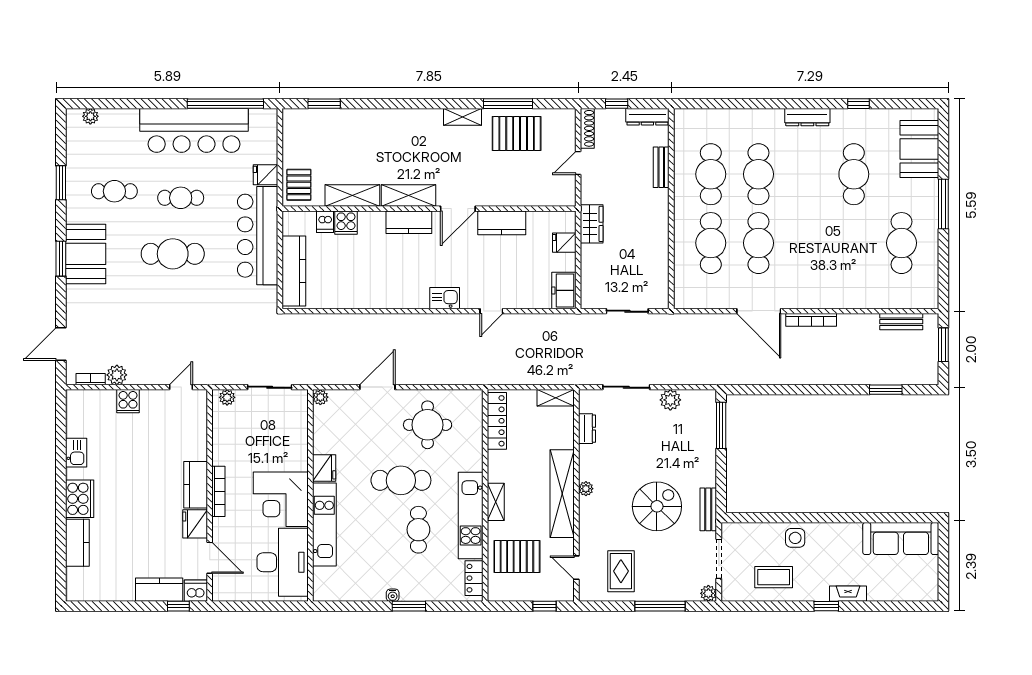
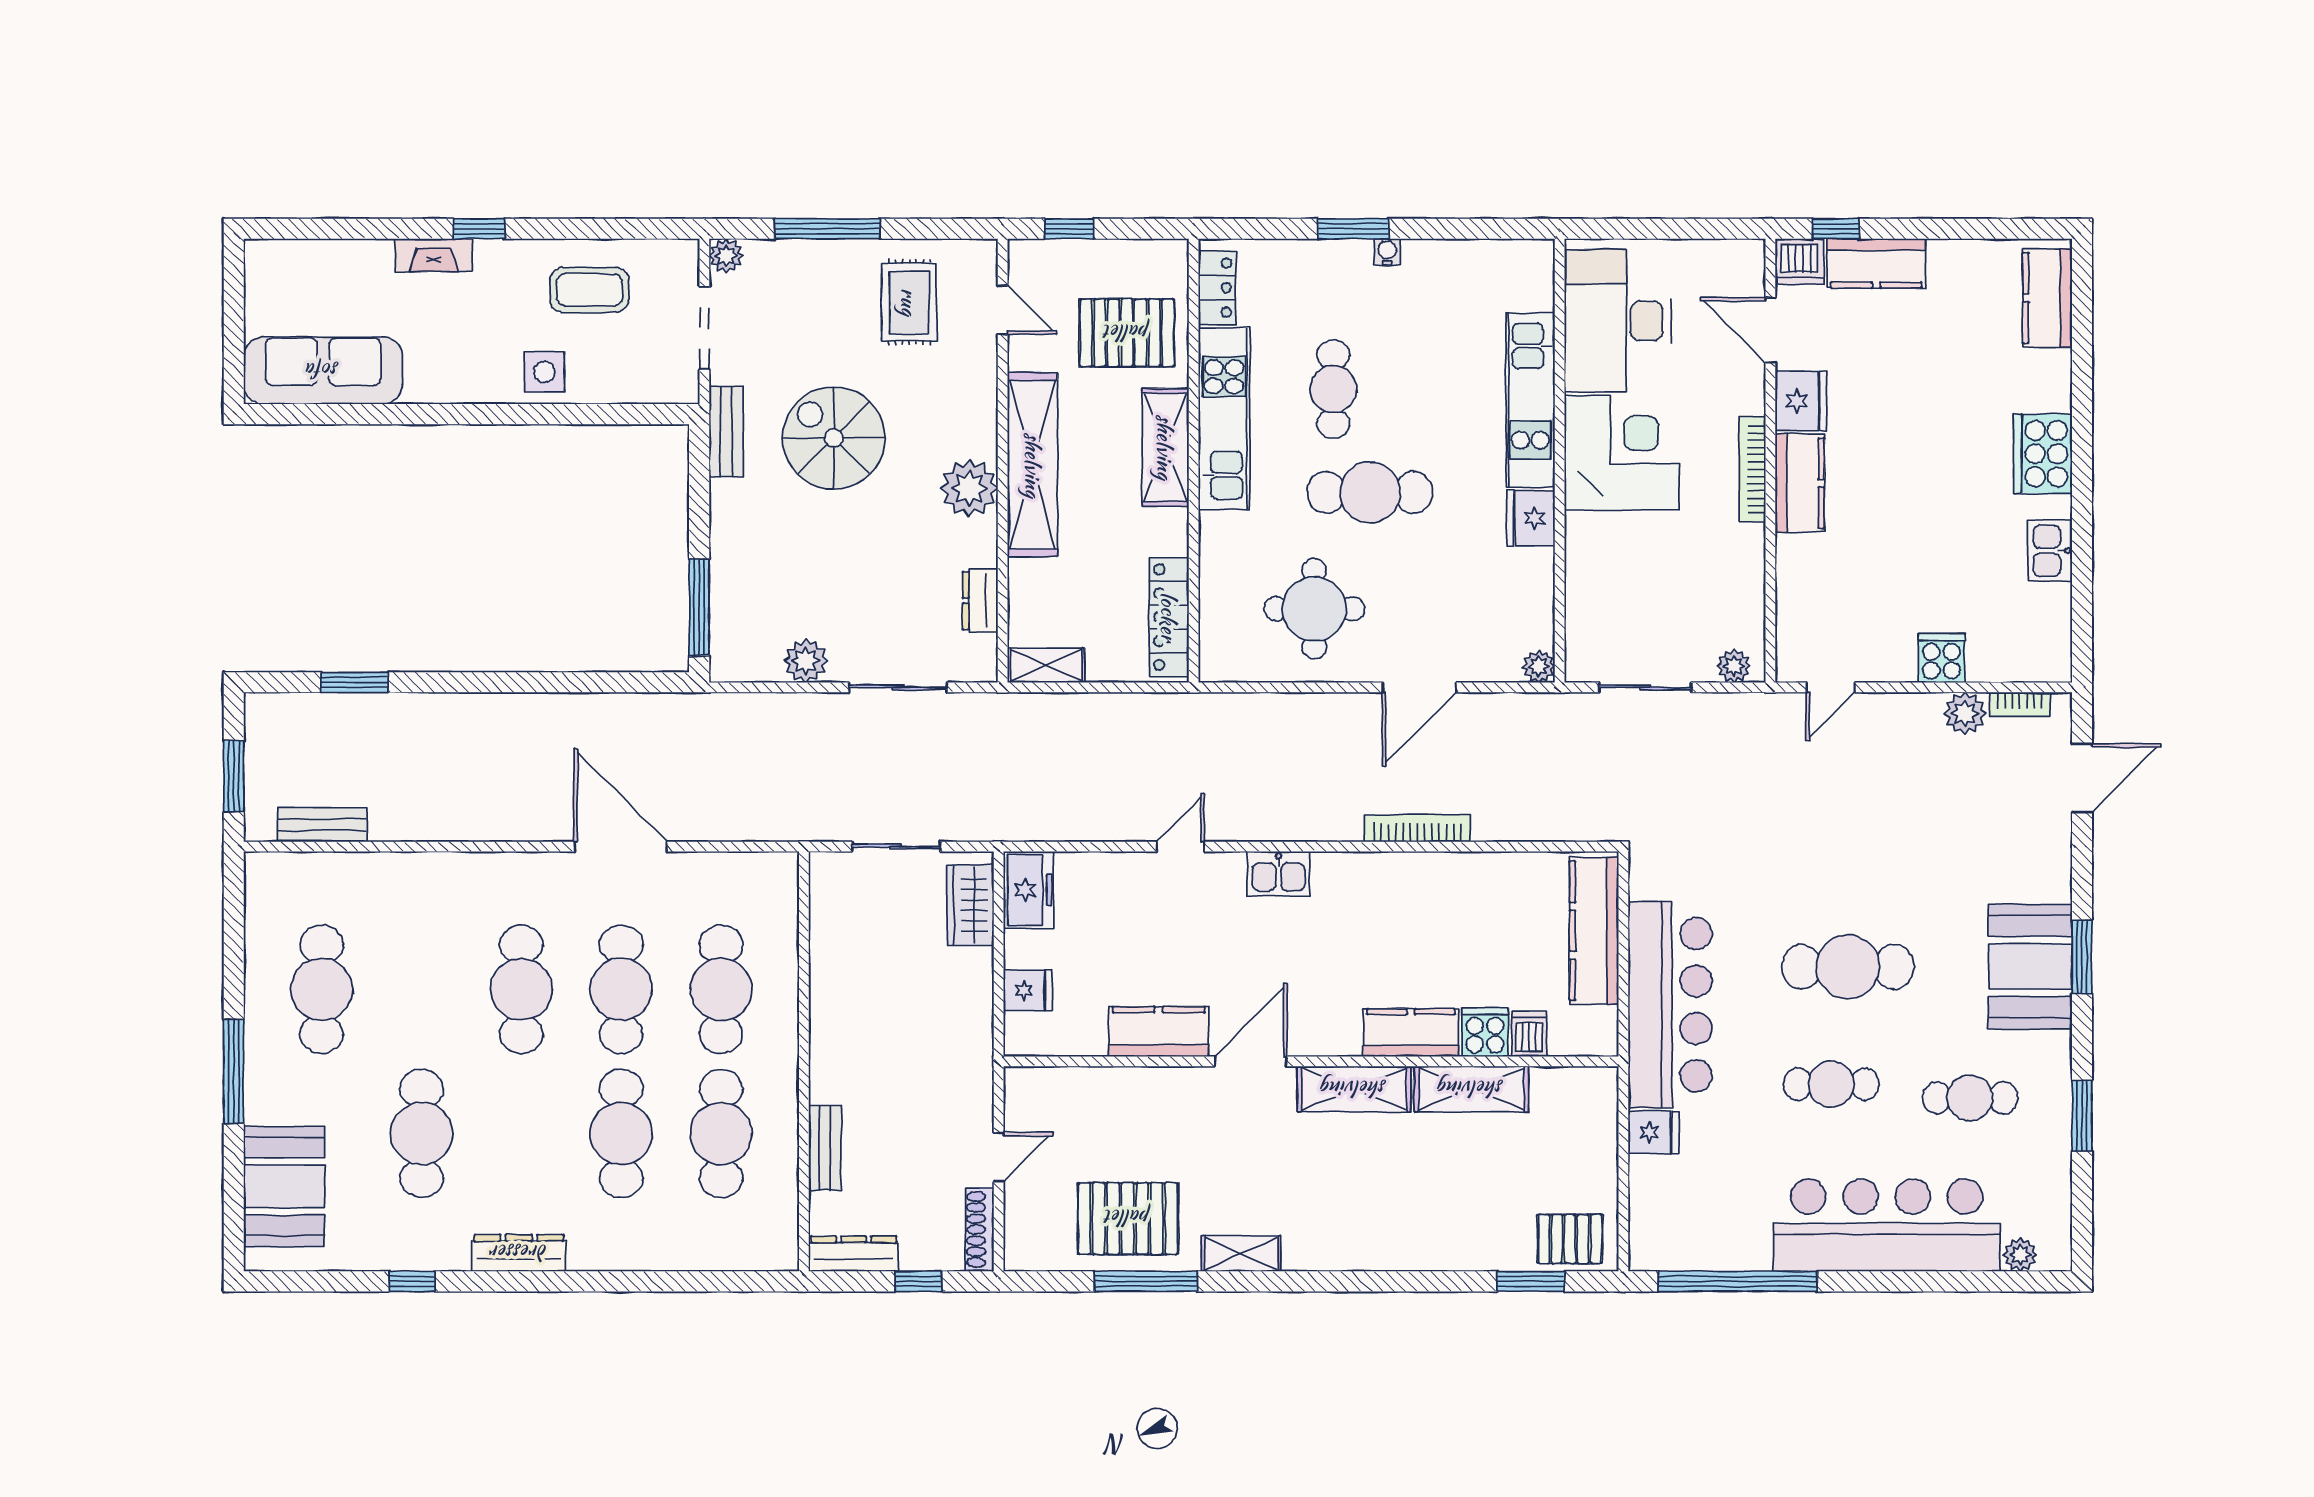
bar counter: (194, 130) -> (1887, 1225), moved
pallet: (299, 185) -> (1570, 1239), moved, turned 90
kitchen counter: (409, 222) -> (1411, 1033), moved
wardrobe: (592, 224) -> (971, 905), moved
cafe table: (806, 243) -> (521, 989), added
bookcase: (811, 320) -> (1417, 828), moved
plant: (586, 489) -> (969, 488), width x1.87, depth x1.87
shelving: (496, 502) -> (1165, 447), width x1.50, depth x1.33
spiral stairs: (657, 506) -> (834, 438), turned 90
kitchen counter: (77, 543) -> (2047, 298), moved

